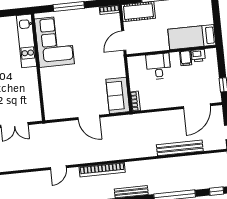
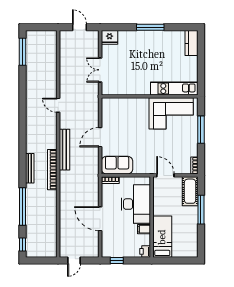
printer: (198, 56) -> (145, 251), moved
desk: (158, 66) -> (136, 204), width x1.87, depth x1.30
door: (197, 106) -> (100, 219), moved
bench: (180, 148) -> (64, 150), moved
bookcase: (102, 170) -> (52, 170), moved

